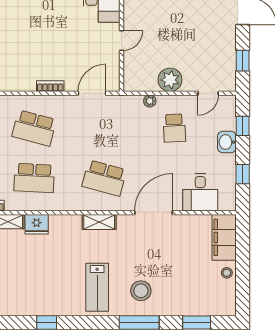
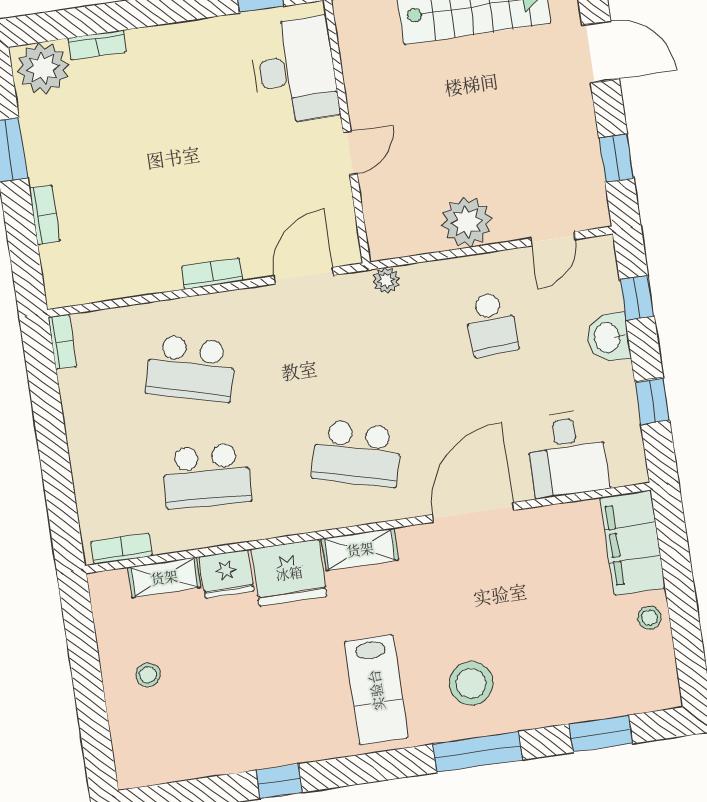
plant: (150, 101) -> (386, 280), moved
fridge: (65, 228) -> (289, 573), added

